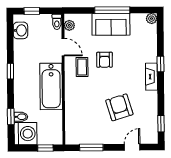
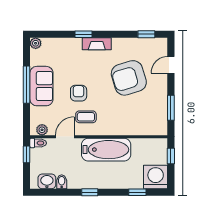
window: (32, 11) -> (27, 154), moved
armchair: (105, 60) -> (79, 93), turned -90
armchair: (119, 107) -> (129, 78), width x1.36, depth x1.36
bidet: (21, 117) -> (62, 182), moved
door: (132, 147) -> (171, 65), hinge flipped

